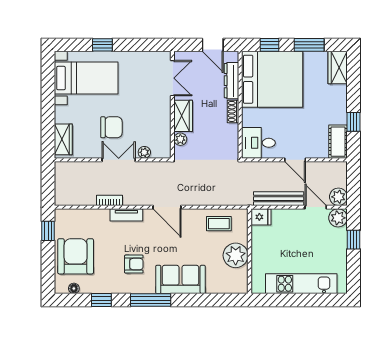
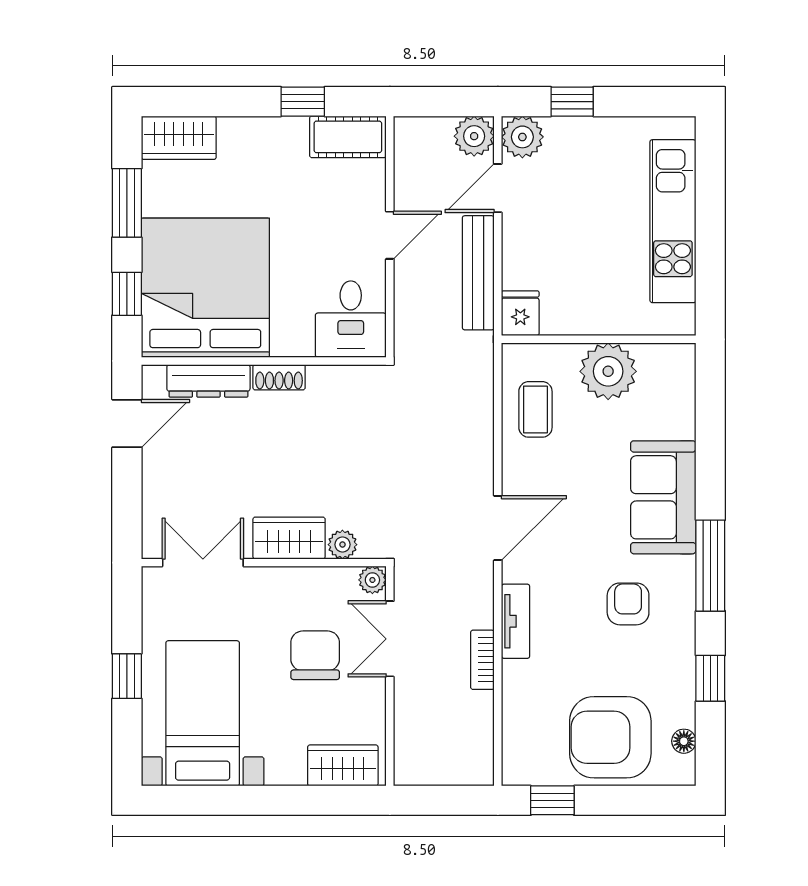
double door: (172, 78) -> (203, 563), moved
wall: (172, 105) -> (264, 563), moved
wardrobe: (183, 116) -> (289, 538), moved
plant: (180, 139) -> (342, 545), moved

